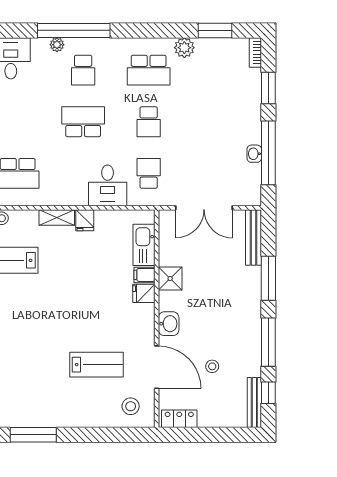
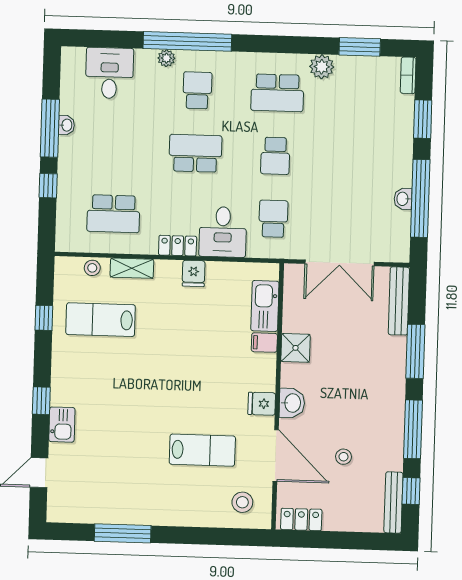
school desk: (83, 70) -> (197, 90), turned 180
locker: (71, 198) -> (178, 246), added
shelving: (57, 217) -> (132, 268), moved
fridge: (144, 293) -> (262, 404), moved

